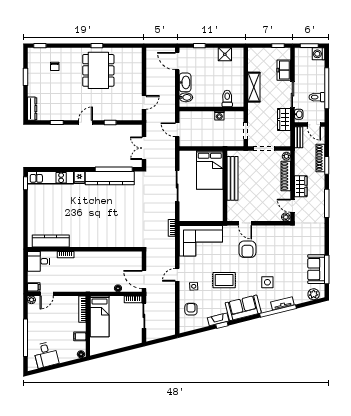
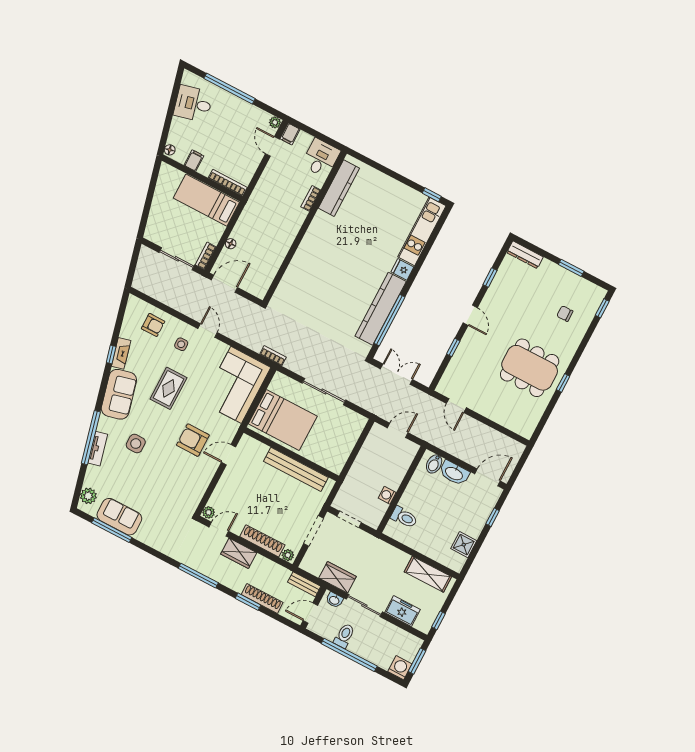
shelving: (254, 87) -> (428, 574), moved
bed: (210, 170) -> (283, 420), moved, turned 180

